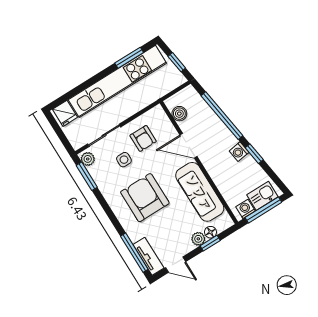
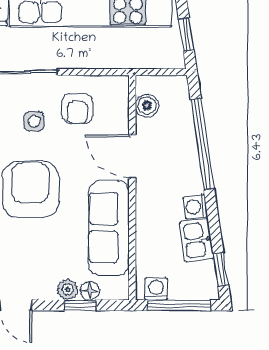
window: (254, 154) -> (221, 269), moved
kitchen sink: (262, 196) -> (197, 240), moved, turned -98

